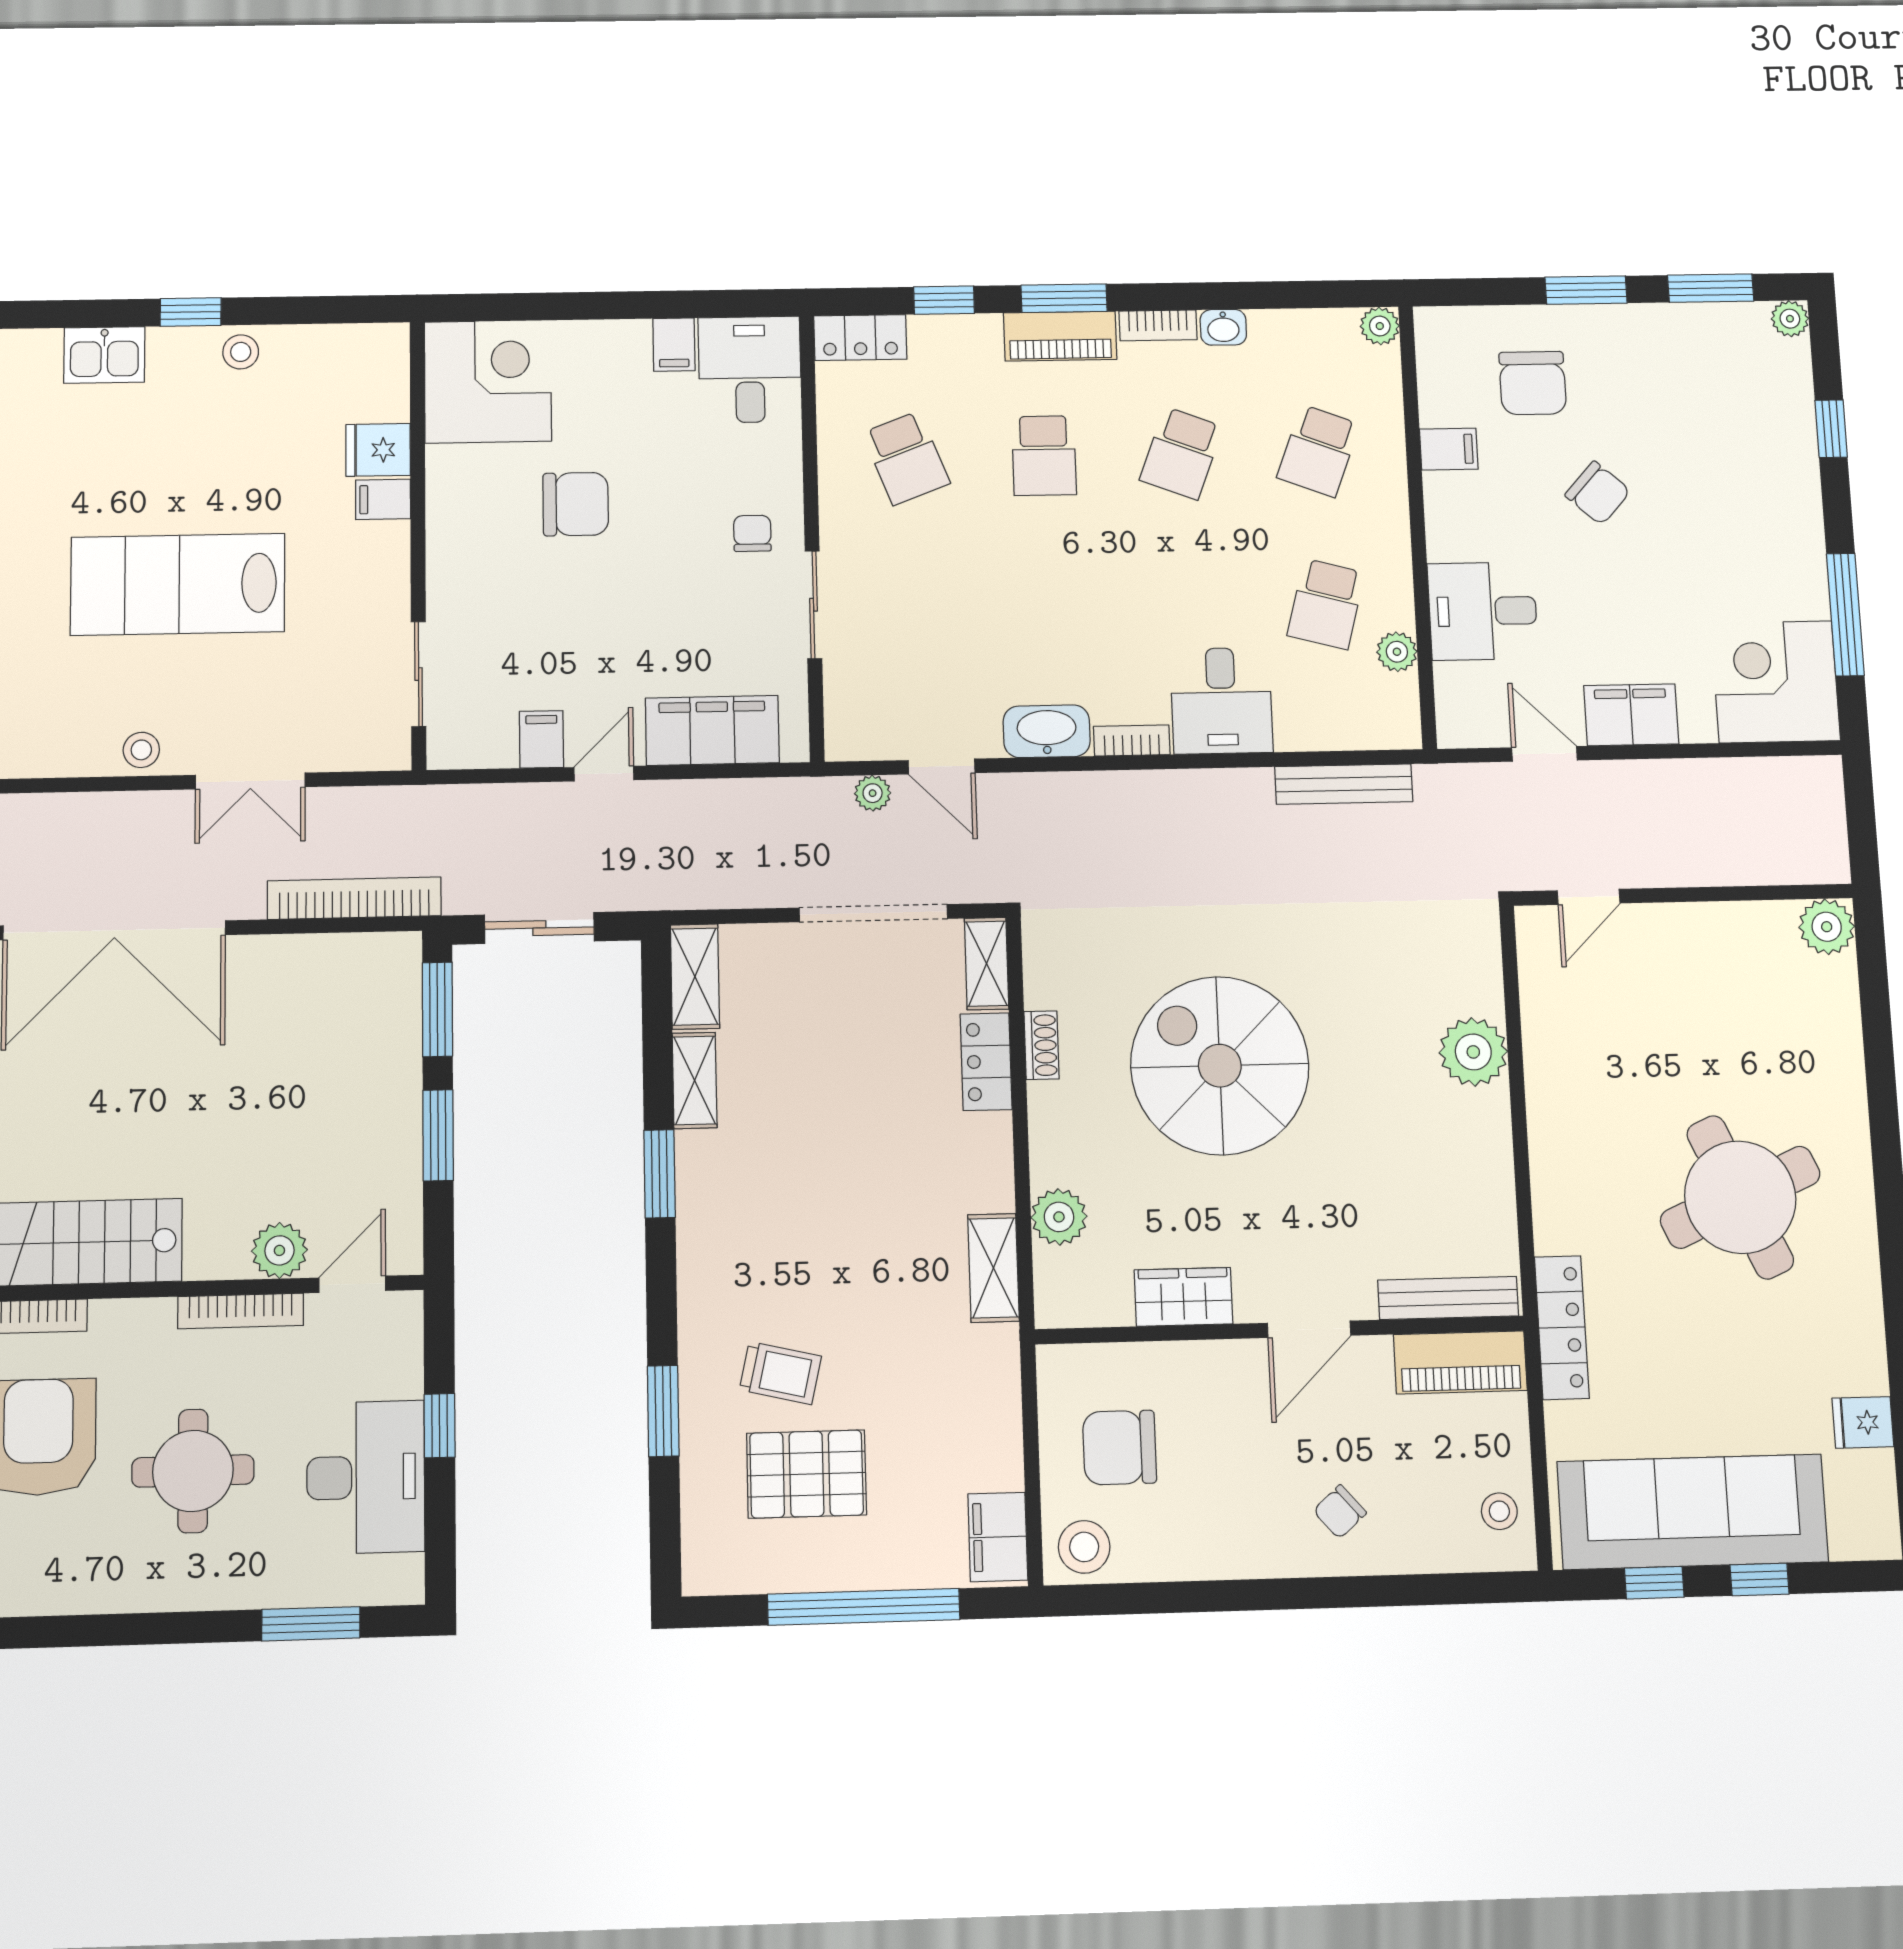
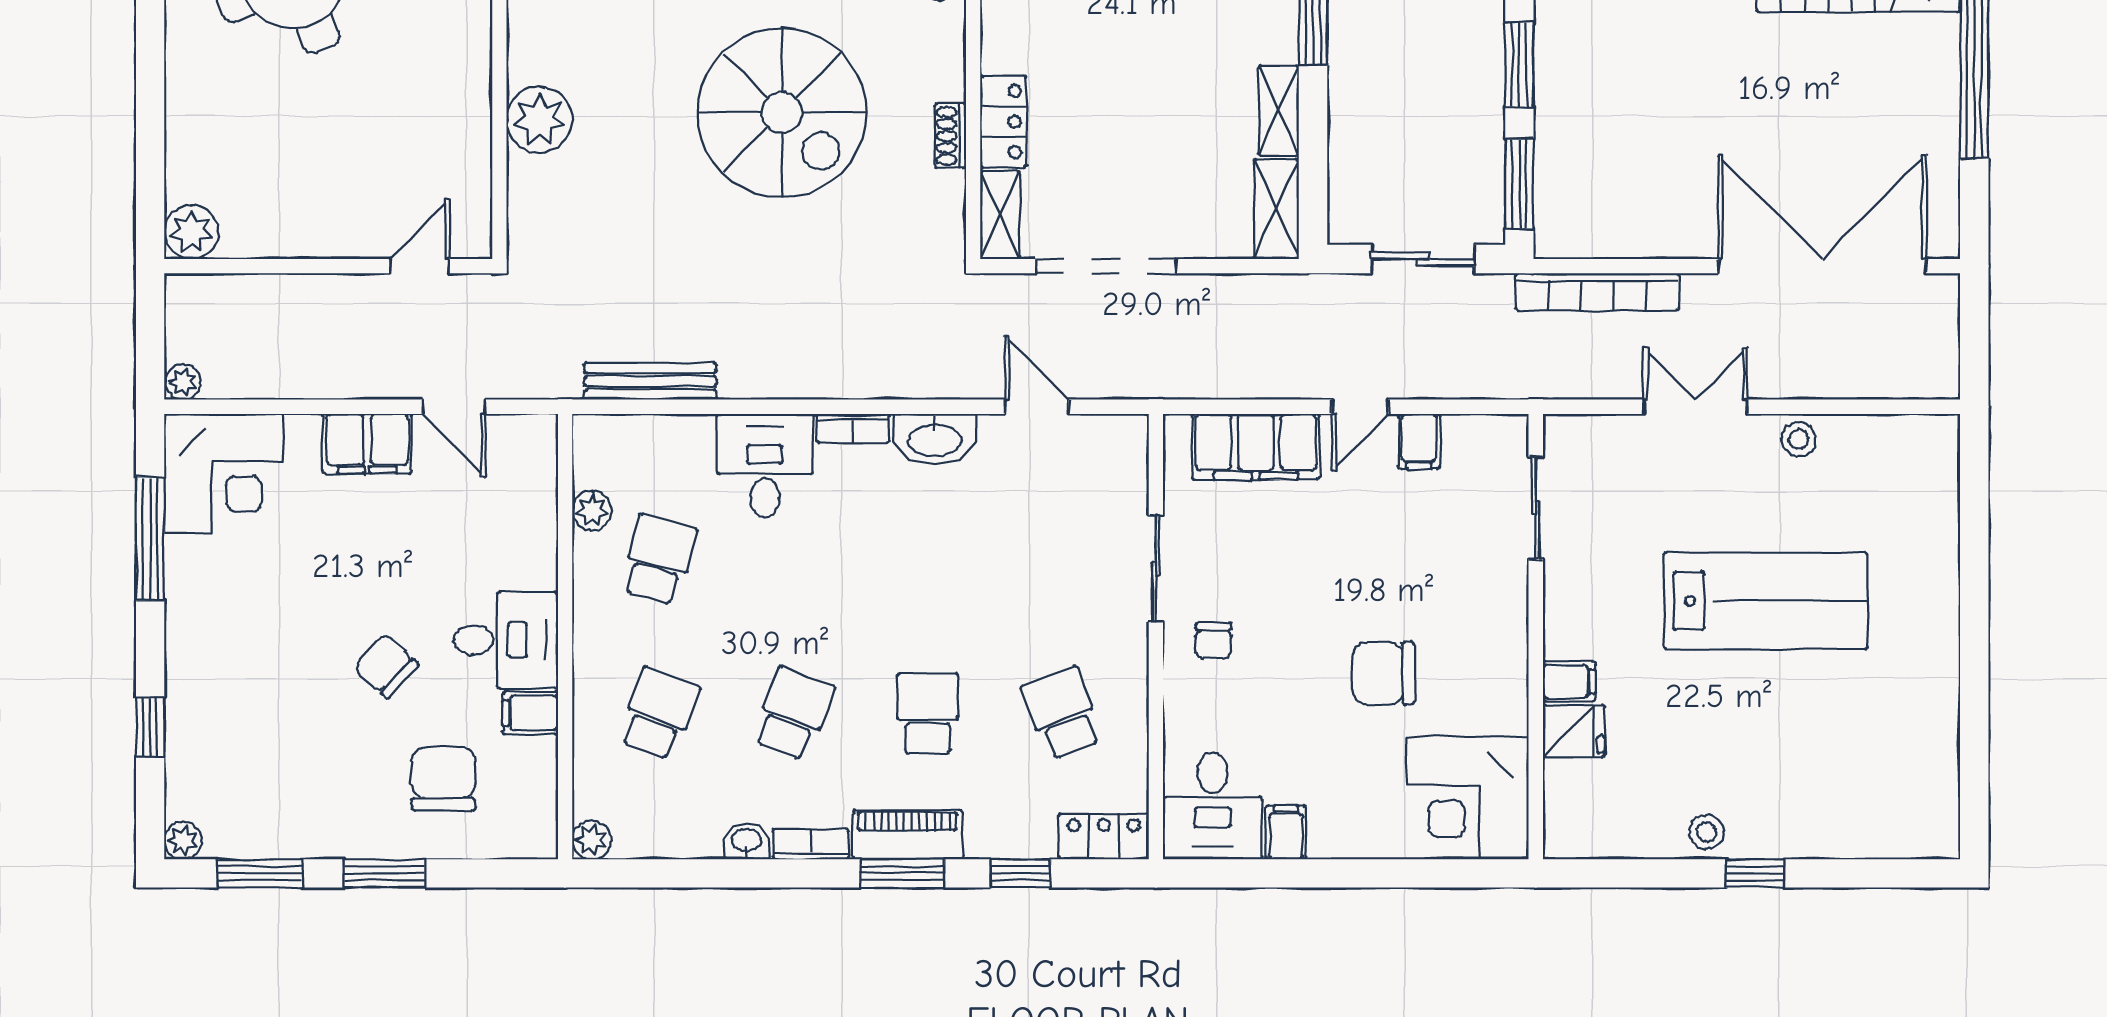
kitchen sink: (104, 355) -> (1838, 831), removed
desk: (1483, 611) -> (506, 640), moved
plant: (873, 793) -> (183, 382), moved

